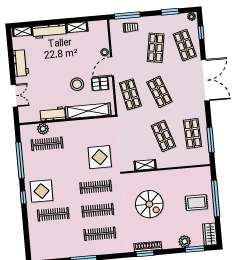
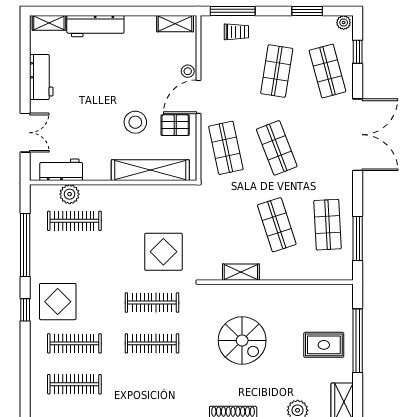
shelving: (77, 27) -> (175, 24), moved
workbench: (53, 114) -> (61, 170), moved
clothes rail: (100, 234) -> (74, 384), moved

